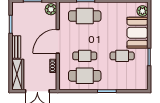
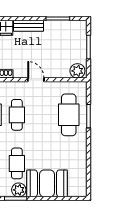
plant: (142, 11) -> (19, 190), moved
door: (58, 41) -> (36, 80), width x0.53

